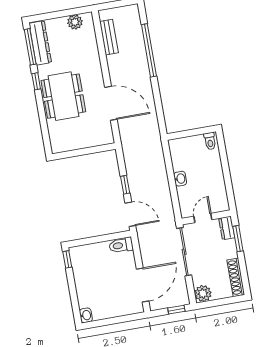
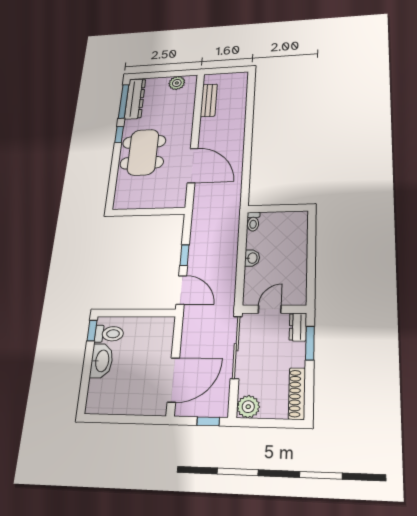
window: (149, 50) -> (249, 117), removed
toilet: (210, 141) -> (253, 222), moved
toilet: (121, 245) -> (109, 334), moved, turned 180
washbasin: (86, 315) -> (102, 361), moved, width x1.91, depth x1.45

